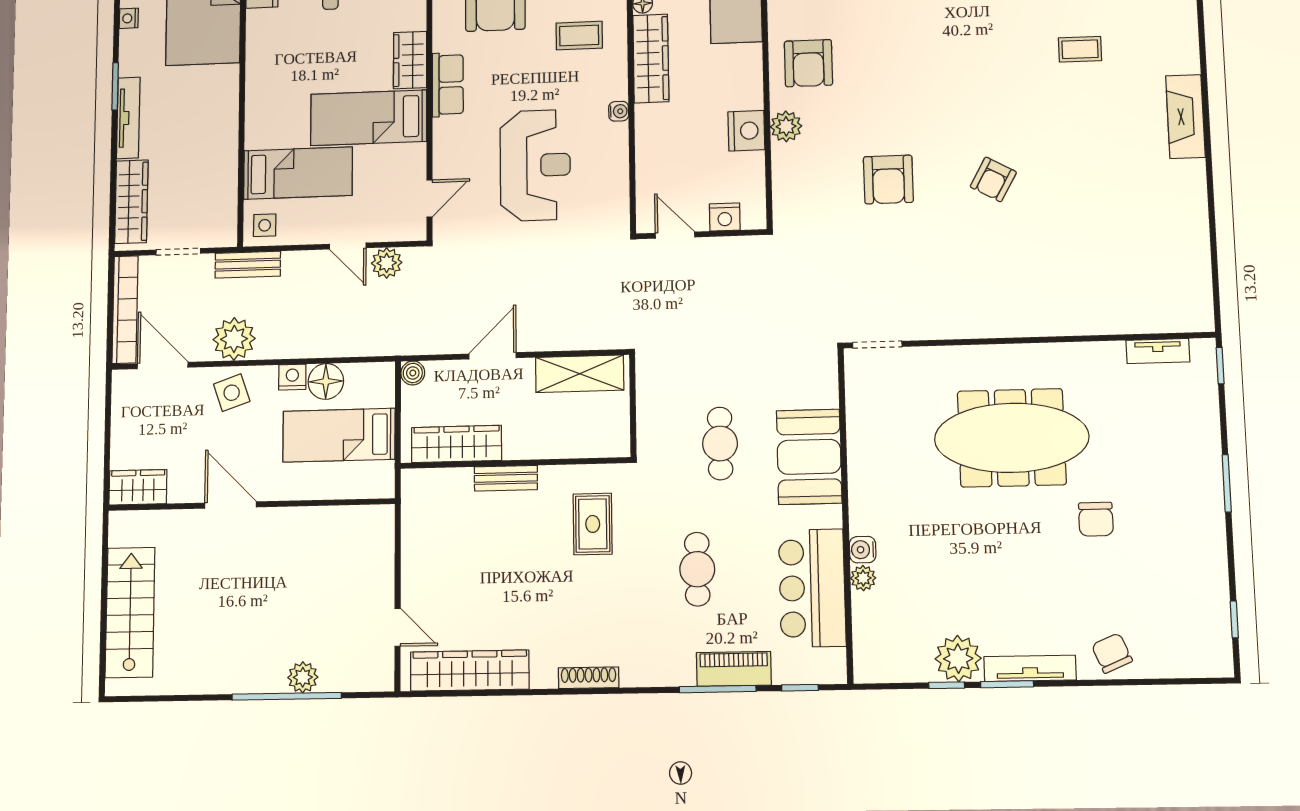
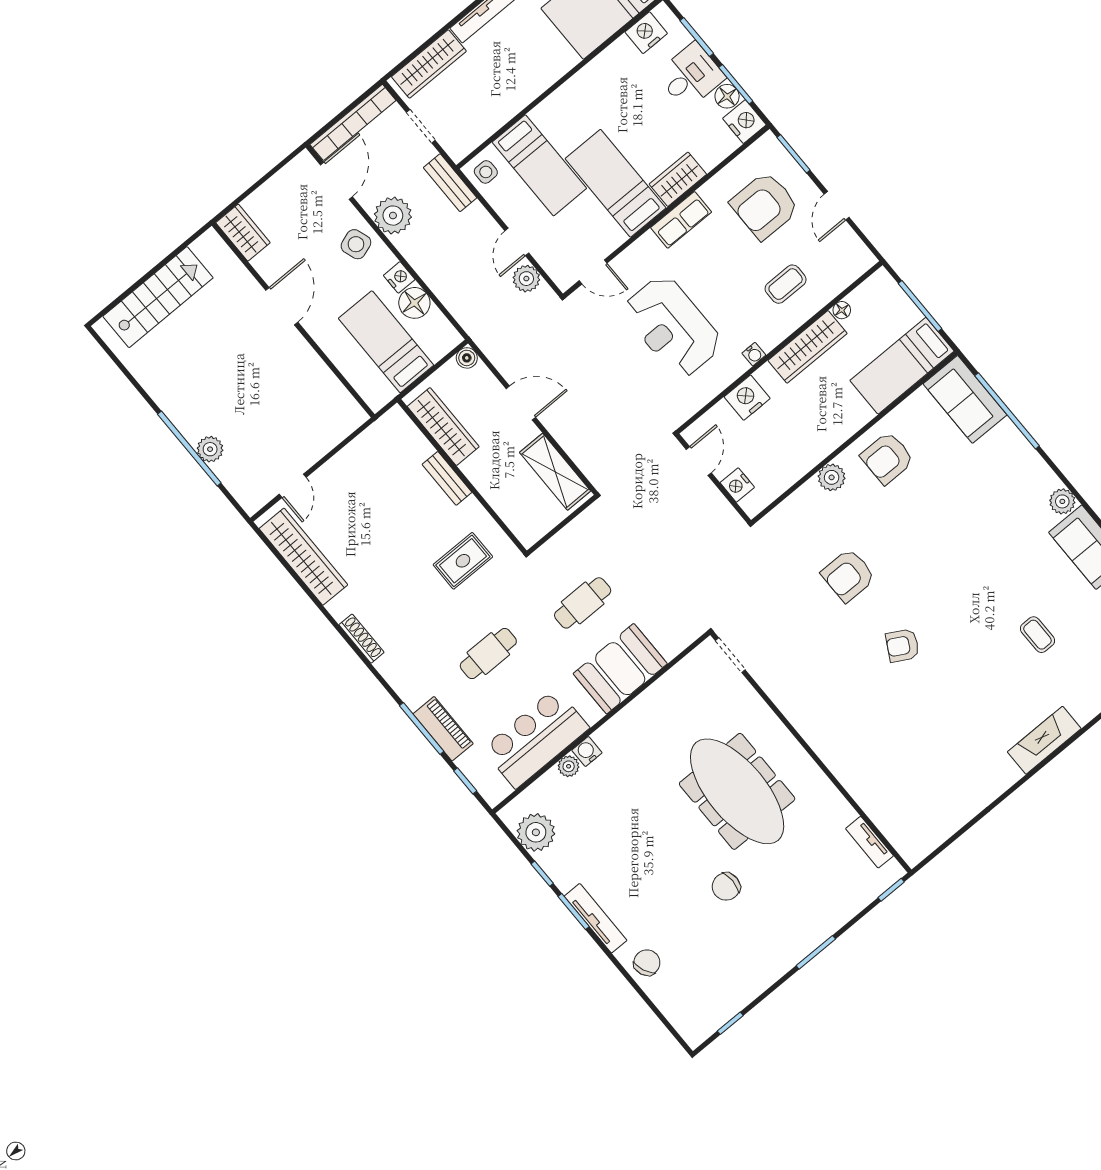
coffee table: (579, 36) -> (786, 284), turned 90
nightstand: (746, 131) -> (747, 398), moved, turned 180
reception desk: (535, 165) -> (672, 327), turned 90
plant: (958, 659) -> (536, 832), moved

